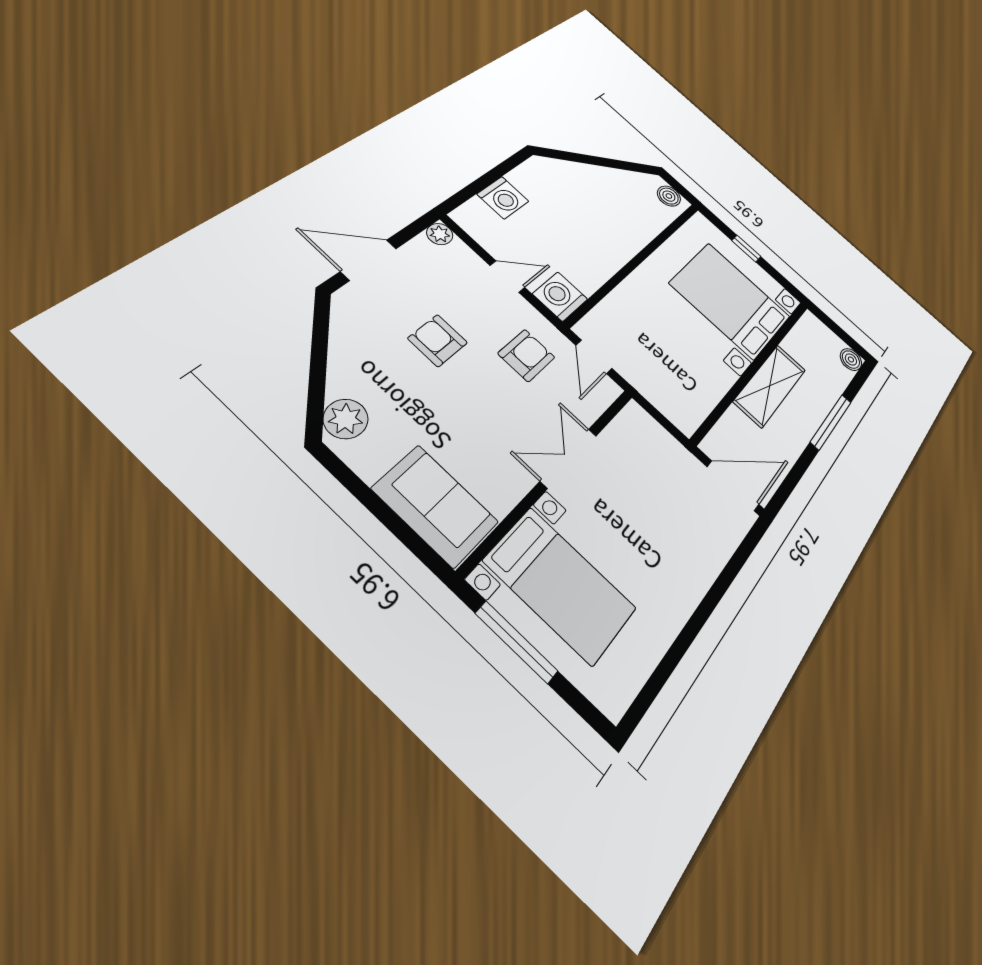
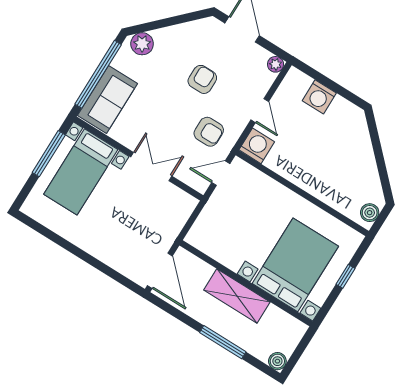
window: (382, 512) -> (98, 74), added

